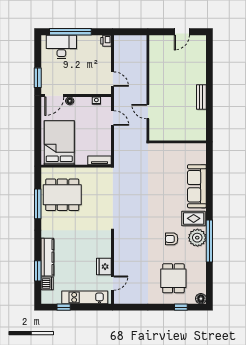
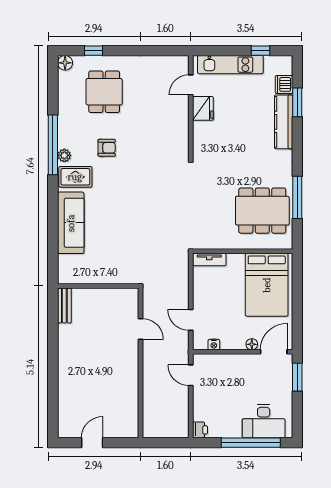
bench: (201, 97) -> (64, 305), moved
plant: (197, 238) -> (64, 155), width x0.53, depth x0.53

